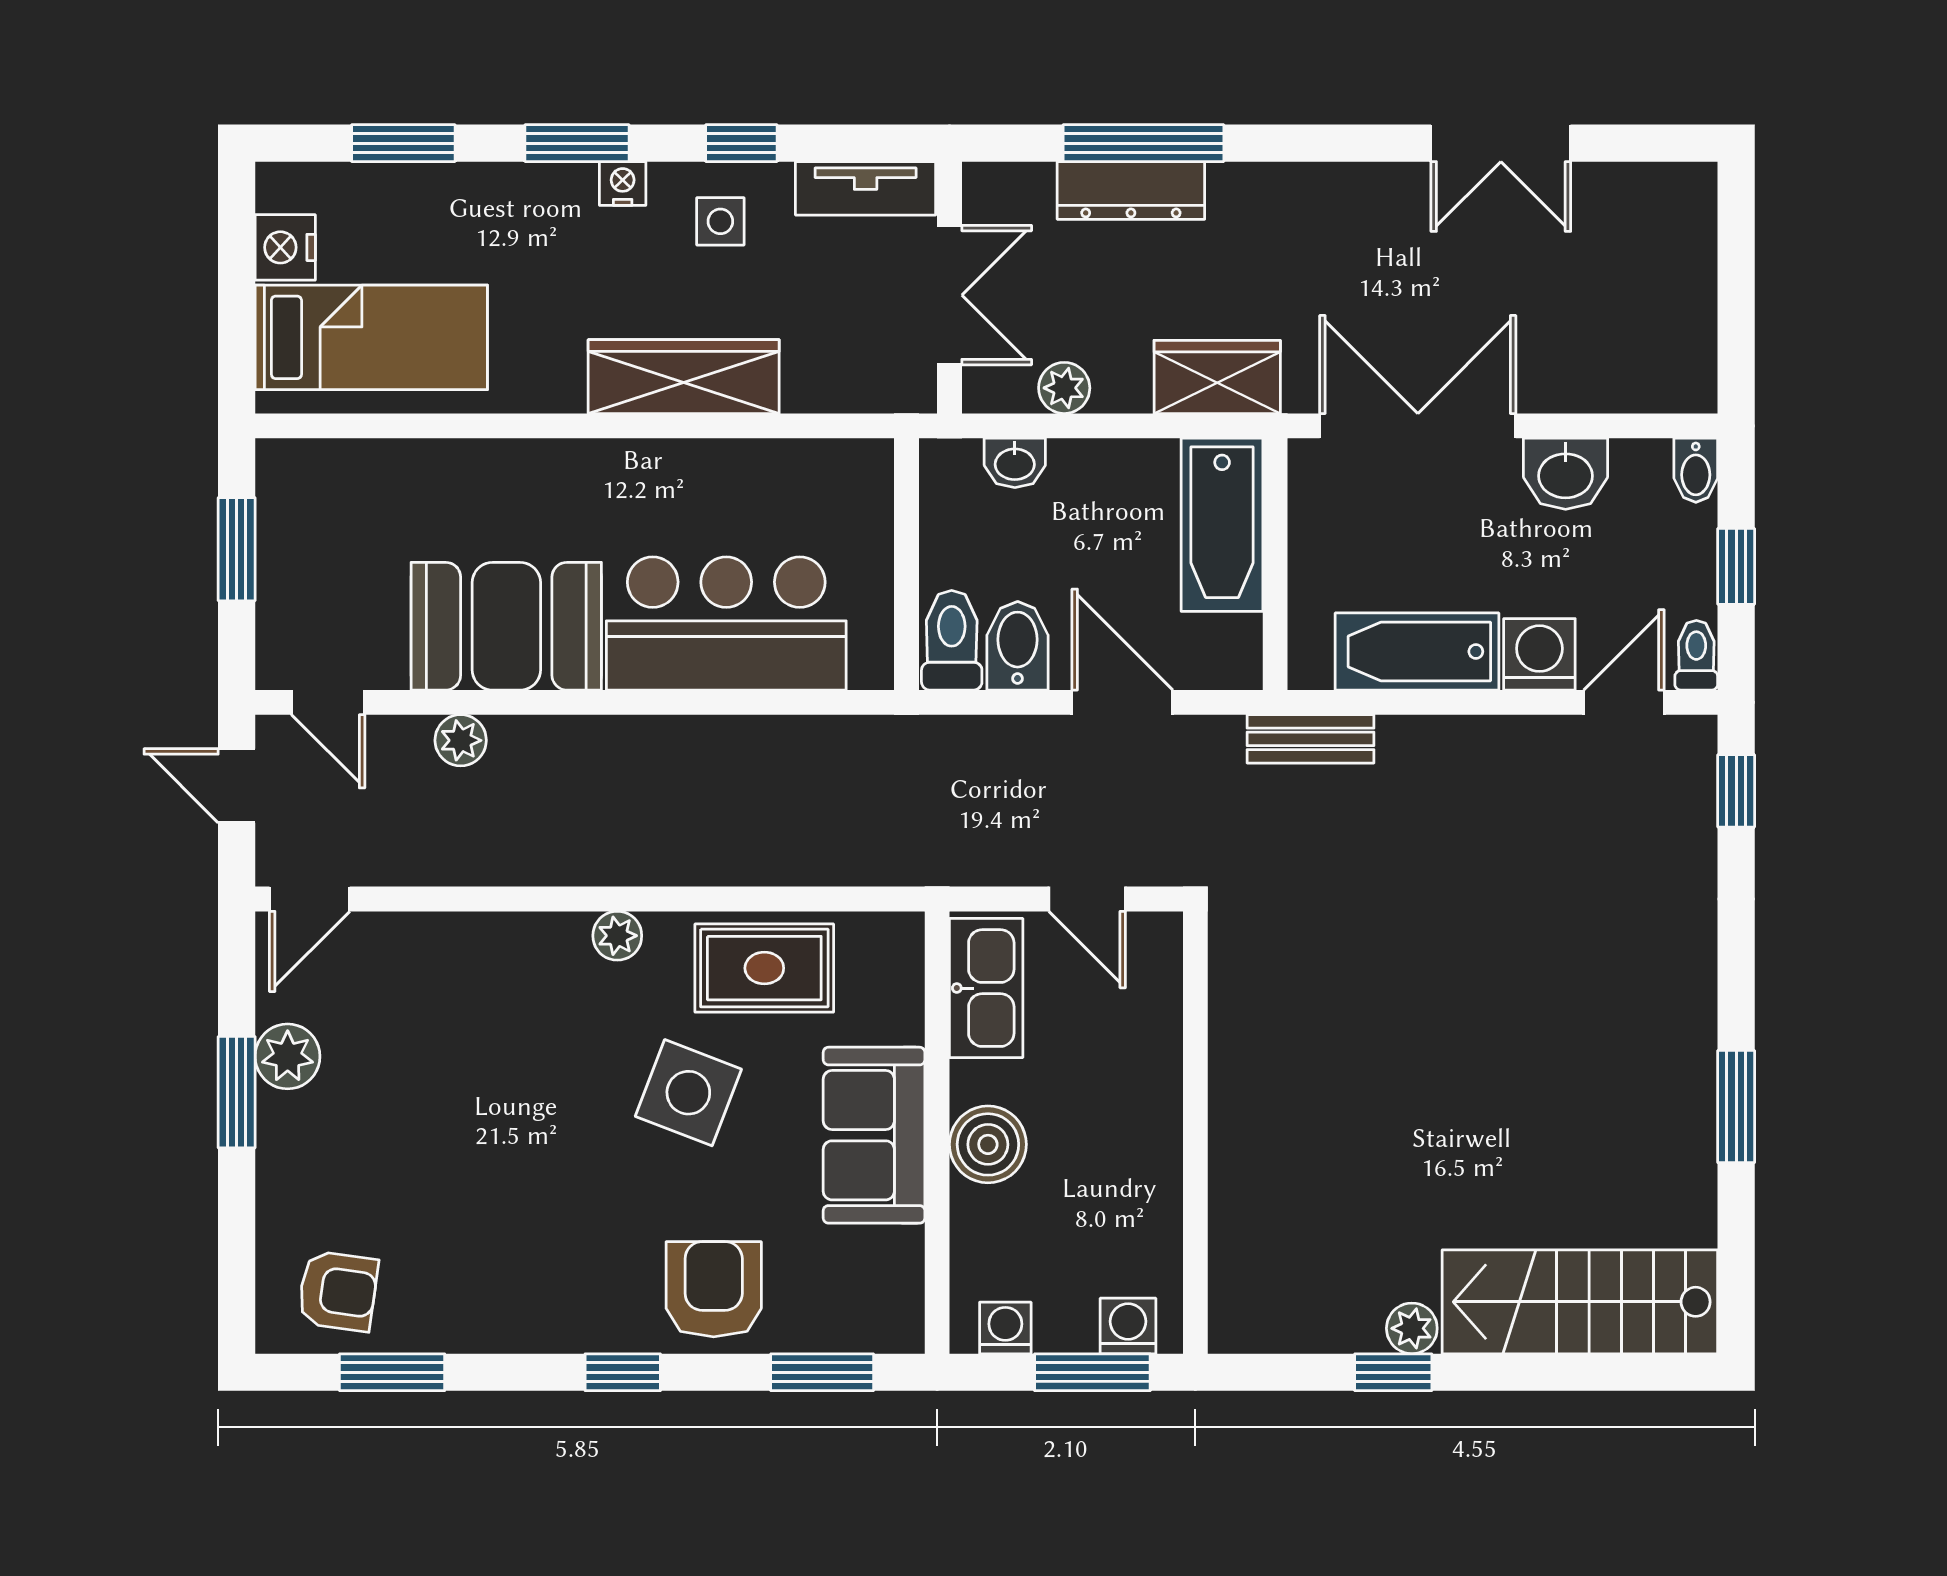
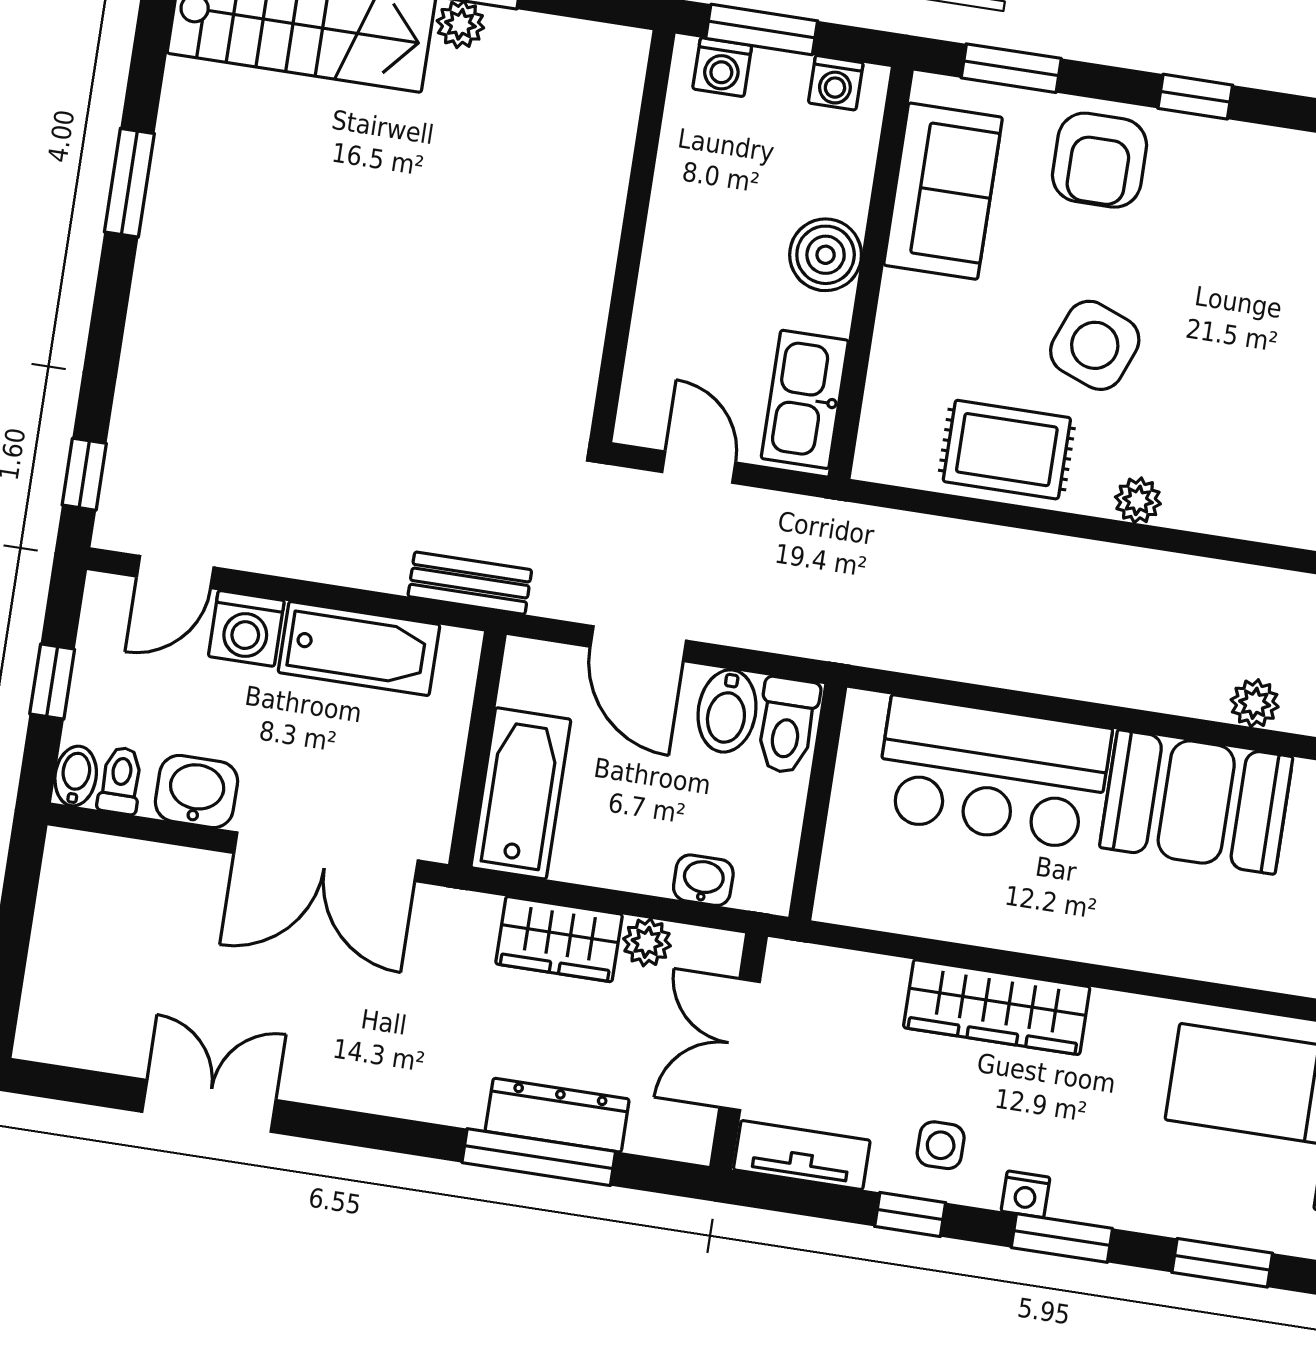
wardrobe: (1217, 377) -> (559, 939), moved
toilet: (1696, 655) -> (121, 780), moved, turned 180
sofa: (874, 1135) -> (943, 191), moved

